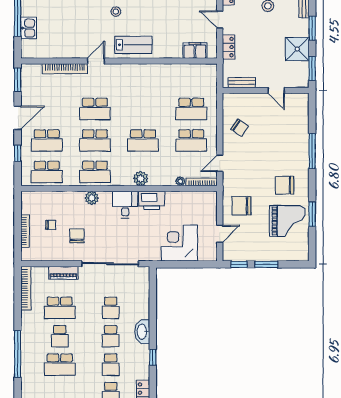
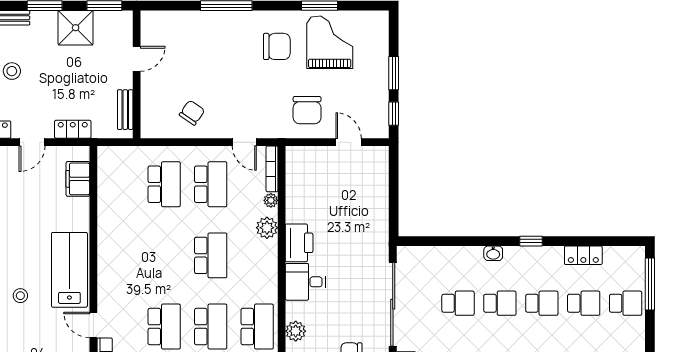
lab bench: (133, 45) -> (69, 270), width x1.36, depth x1.39
plant: (141, 179) -> (267, 228), moved
chair: (284, 185) -> (277, 46), turned -90
corner desk: (179, 243) -> (362, 202), removed
washbasin: (142, 332) -> (493, 253), width x0.52, depth x0.69

